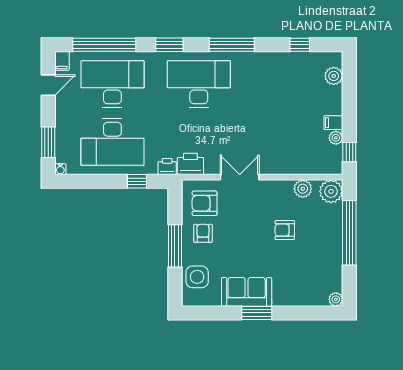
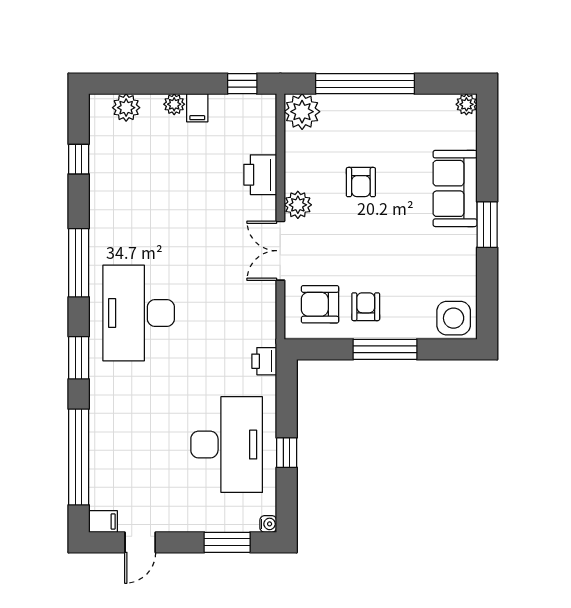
desk: (112, 84) -> (139, 445), removed
door: (48, 85) -> (140, 542), swing flipped
plant: (336, 138) -> (174, 104), moved
printer: (190, 164) -> (260, 175), moved
window: (137, 181) -> (287, 453), moved
plant: (303, 189) -> (298, 205), moved
armchair: (205, 203) -> (320, 304), turned 90
armchair: (203, 233) -> (366, 307), turned 90
side table: (197, 277) -> (454, 318), moved
sofa: (247, 292) -> (455, 188), moved

